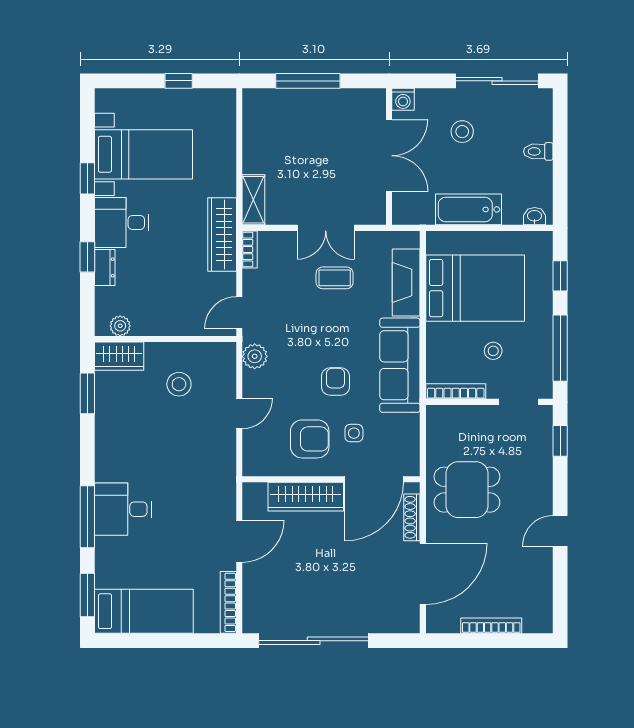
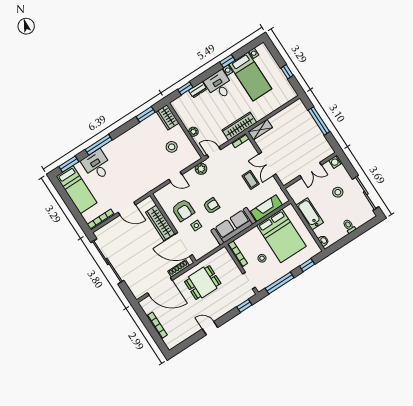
double door: (389, 156) -> (311, 170), width x0.73
window: (87, 257) -> (185, 88), moved
plant: (120, 326) -> (193, 132), moved
dining table: (467, 490) -> (203, 283), turned 90
desk: (123, 509) -> (97, 165), moved

